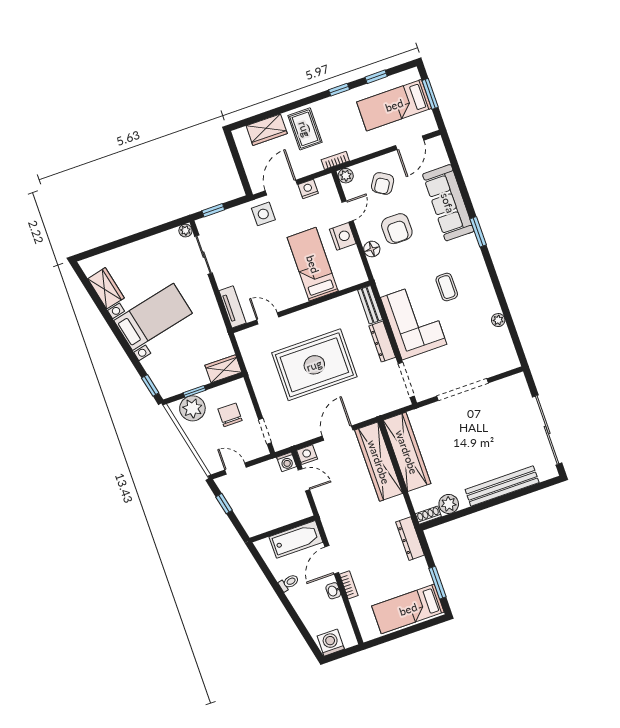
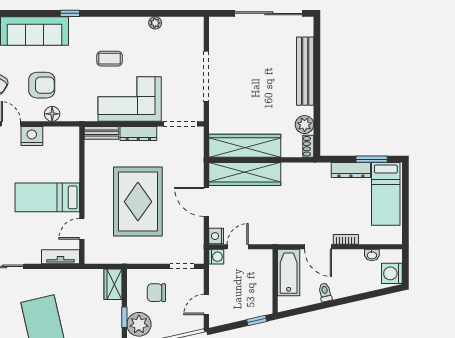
window: (478, 232) -> (70, 13), width x0.67
bed: (313, 264) -> (47, 197), moved
window: (224, 504) -> (257, 321), moved
dresser: (410, 539) -> (351, 170), moved
washbasin: (333, 591) -> (372, 255), moved

